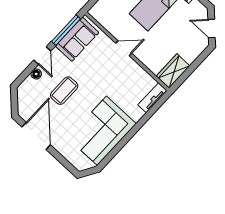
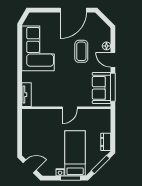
wardrobe: (173, 71) -> (29, 121), removed
door: (36, 136) -> (73, 10), hinge flipped

